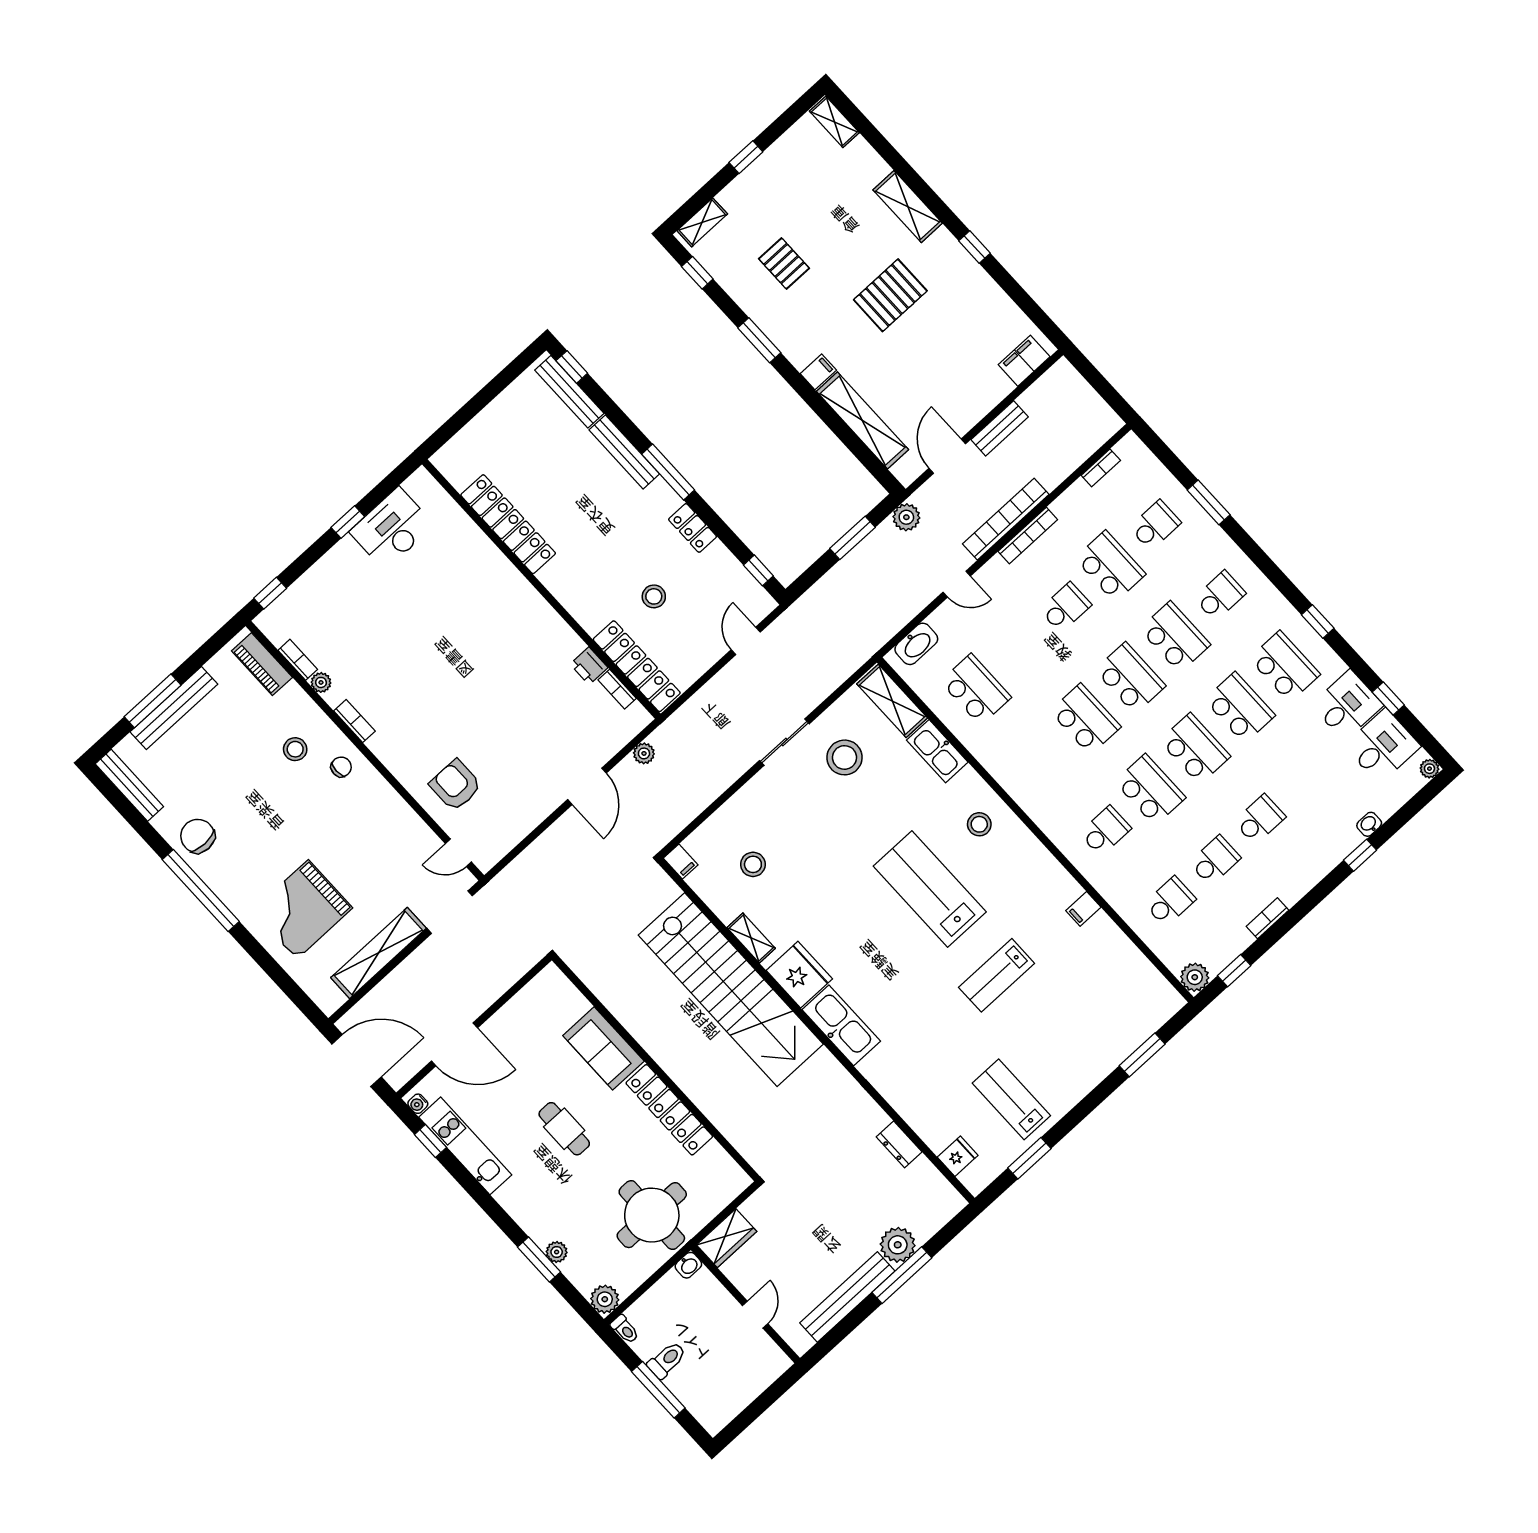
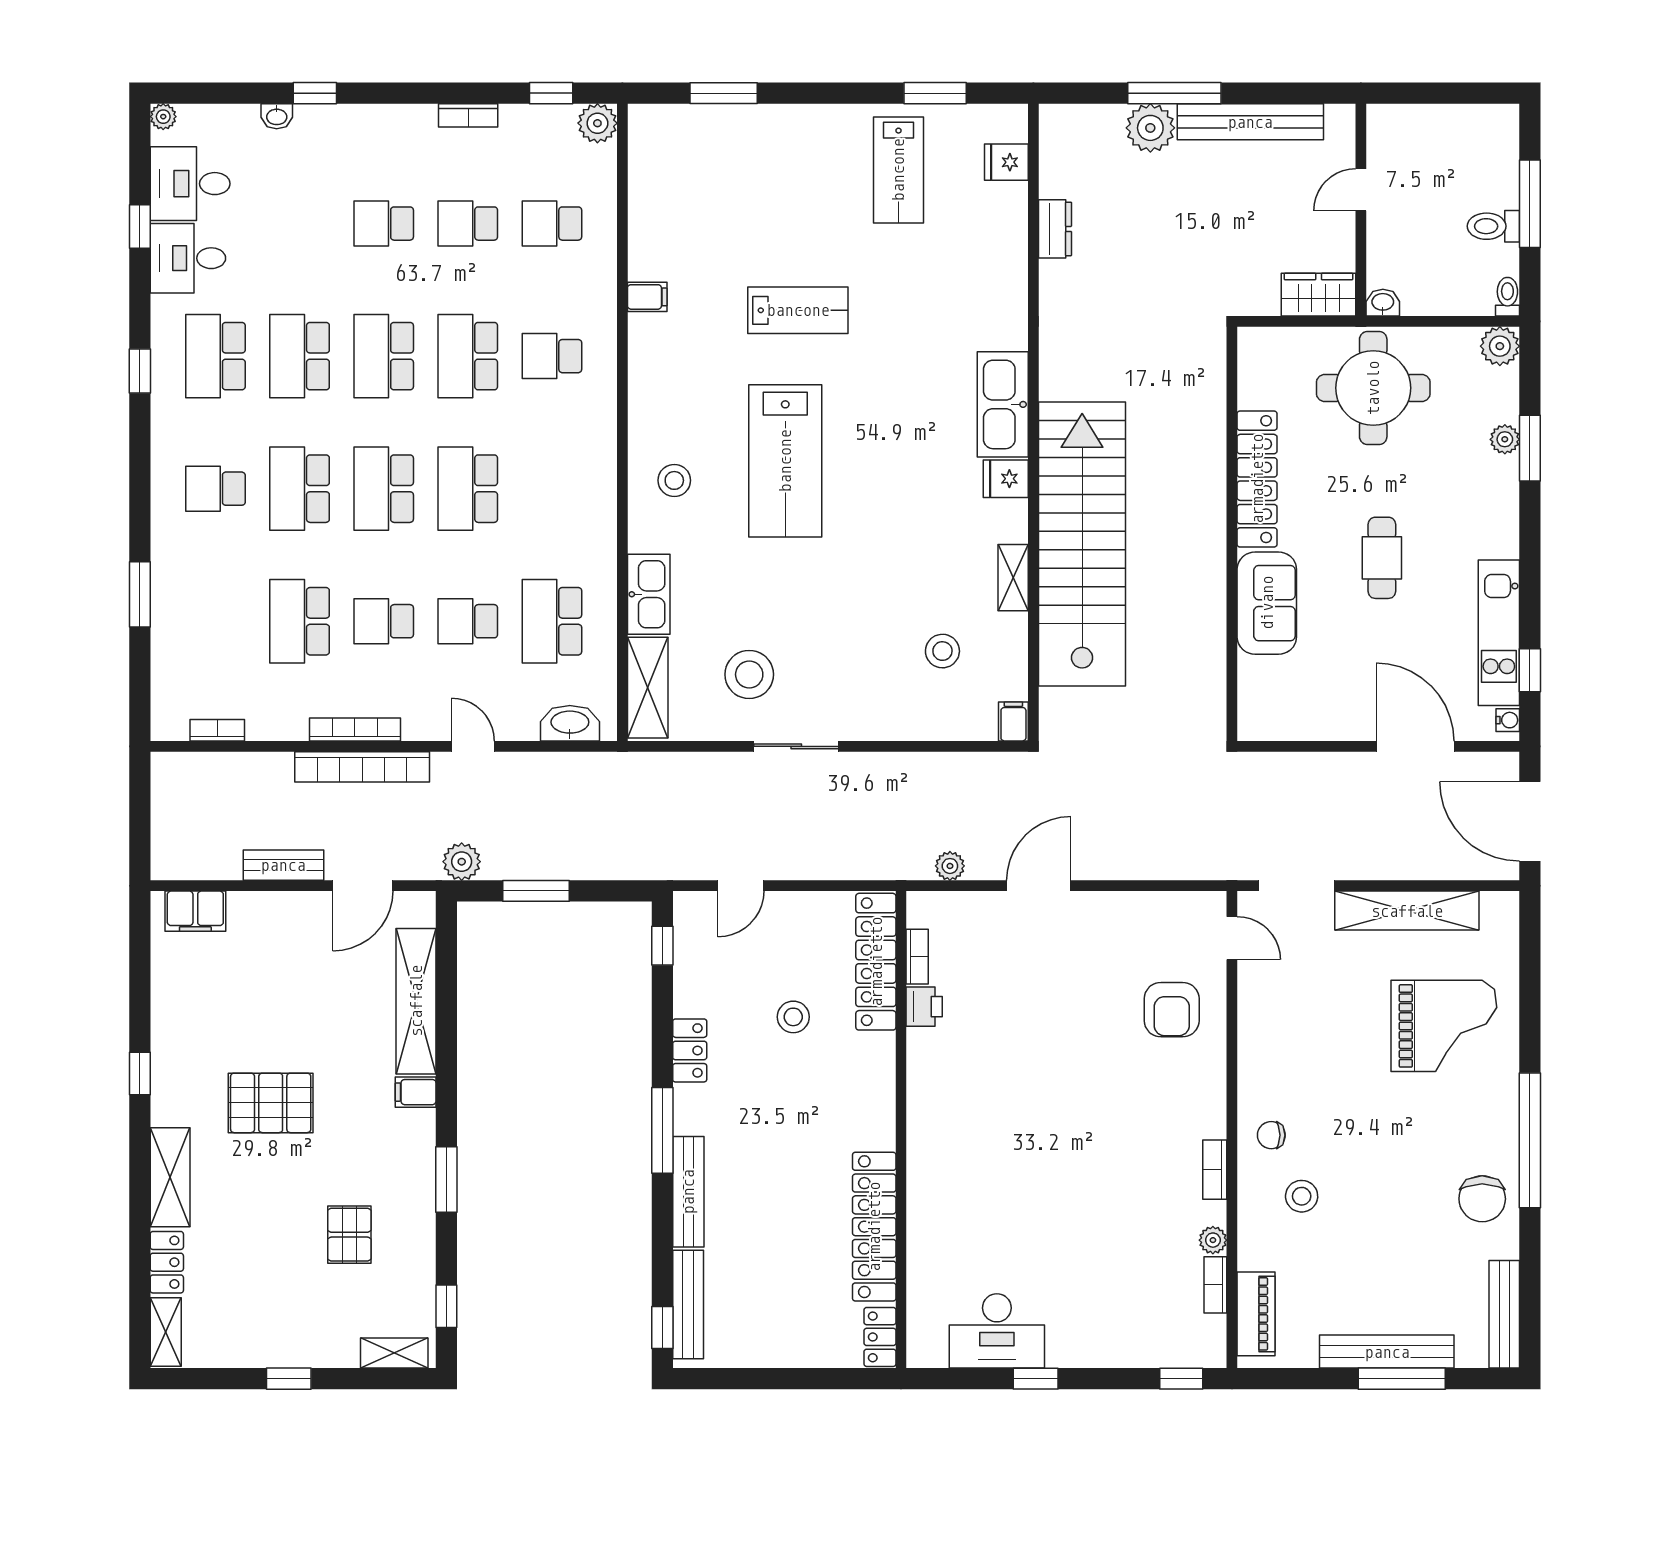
locker: (868, 160) -> (167, 1262), added
locker: (451, 468) -> (880, 1337), added
school desk: (1155, 525) -> (468, 621), moved
fridge: (799, 975) -> (1006, 479), width x0.53, depth x0.75

